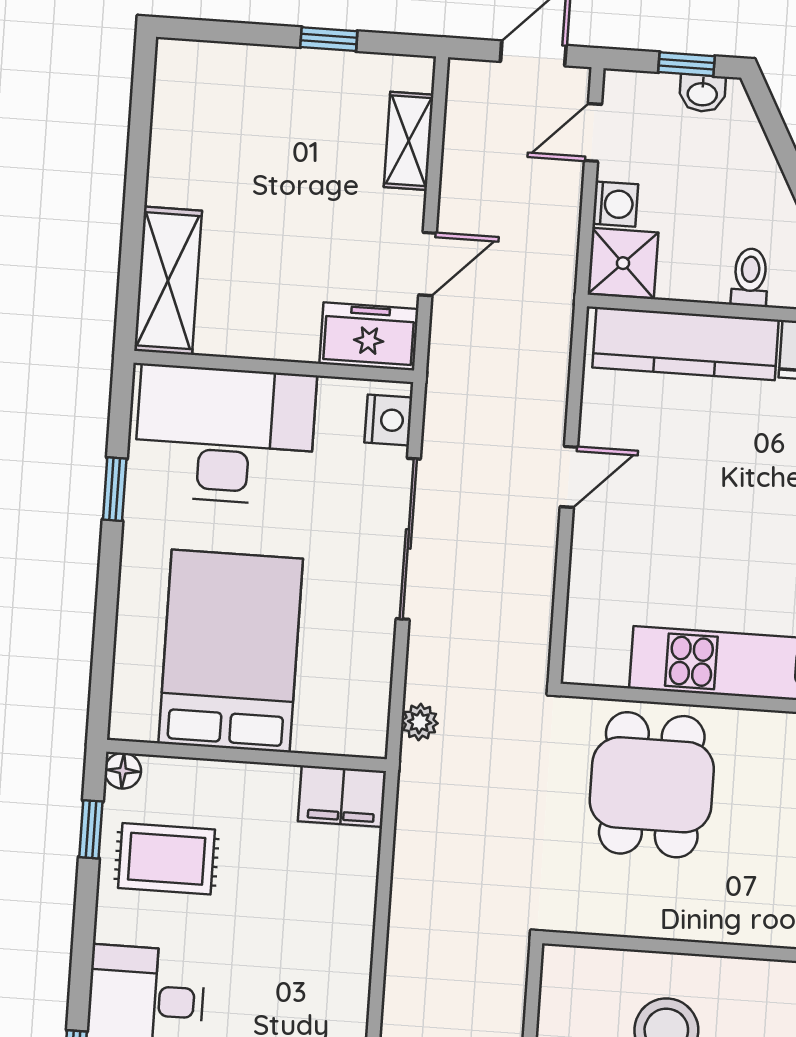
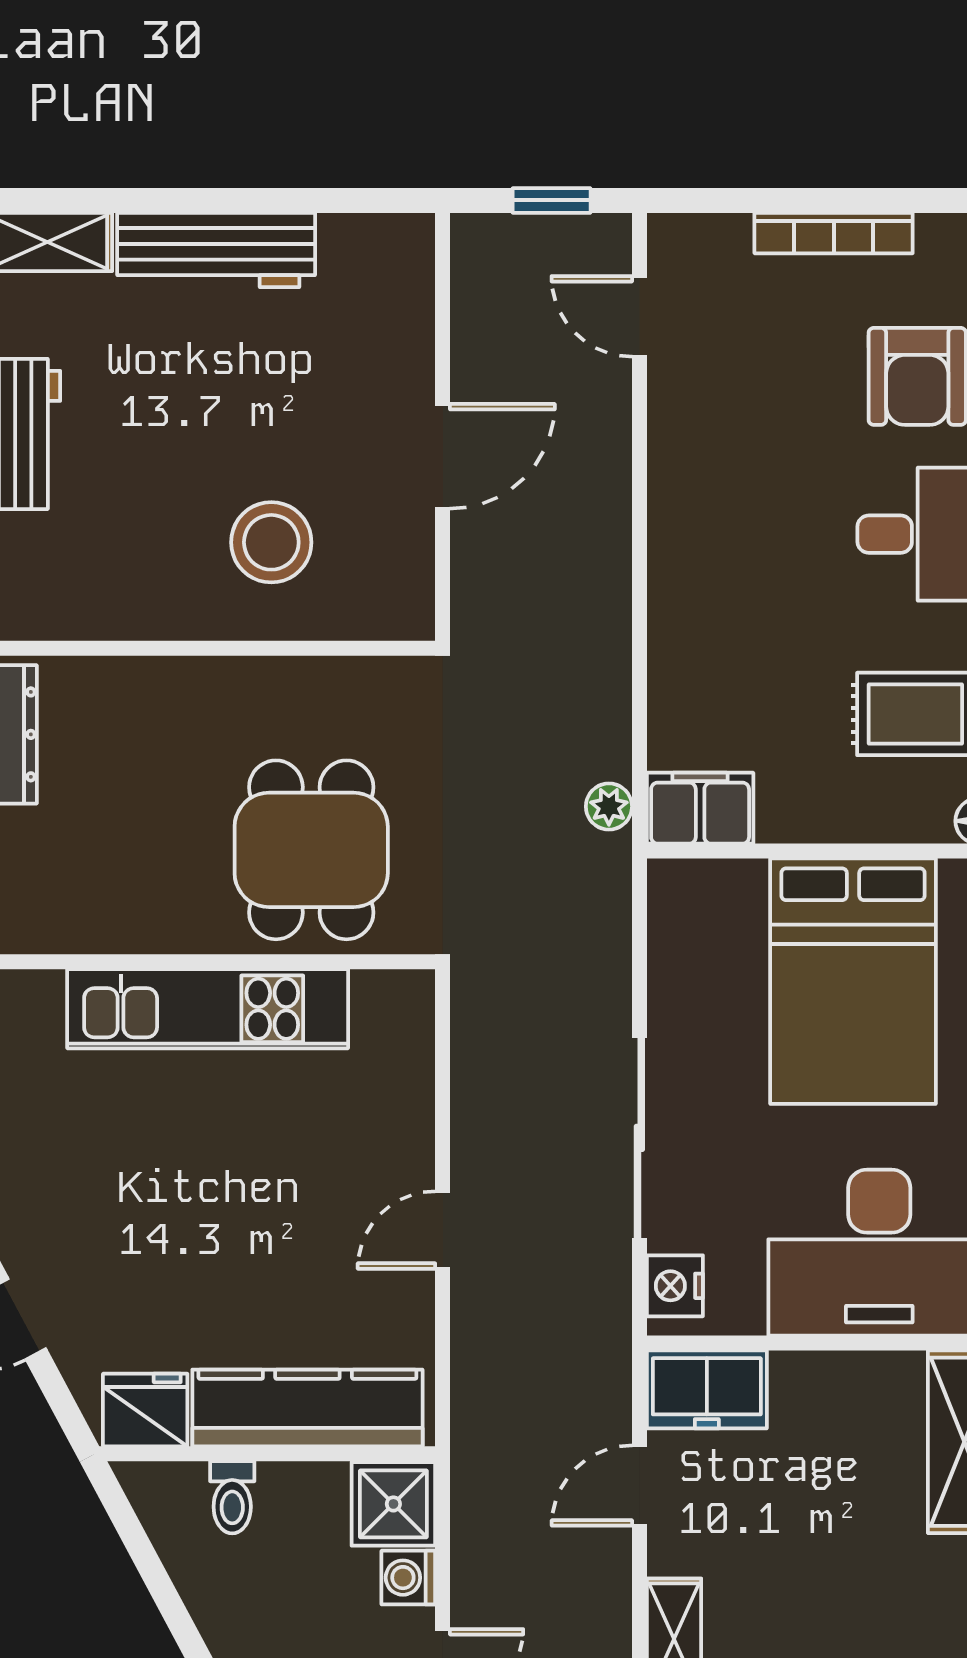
plant: (420, 722) -> (609, 806), moved

